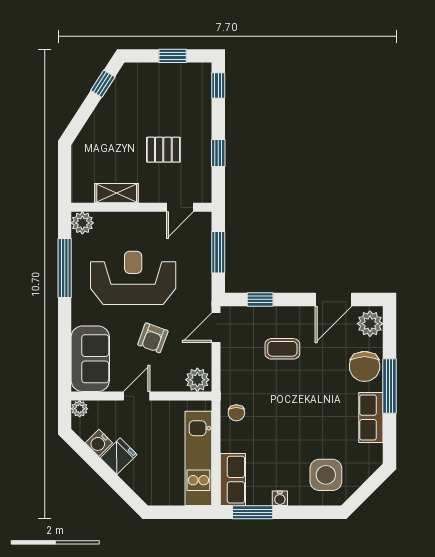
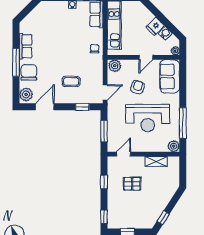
side table: (326, 475) -> (49, 17), removed

